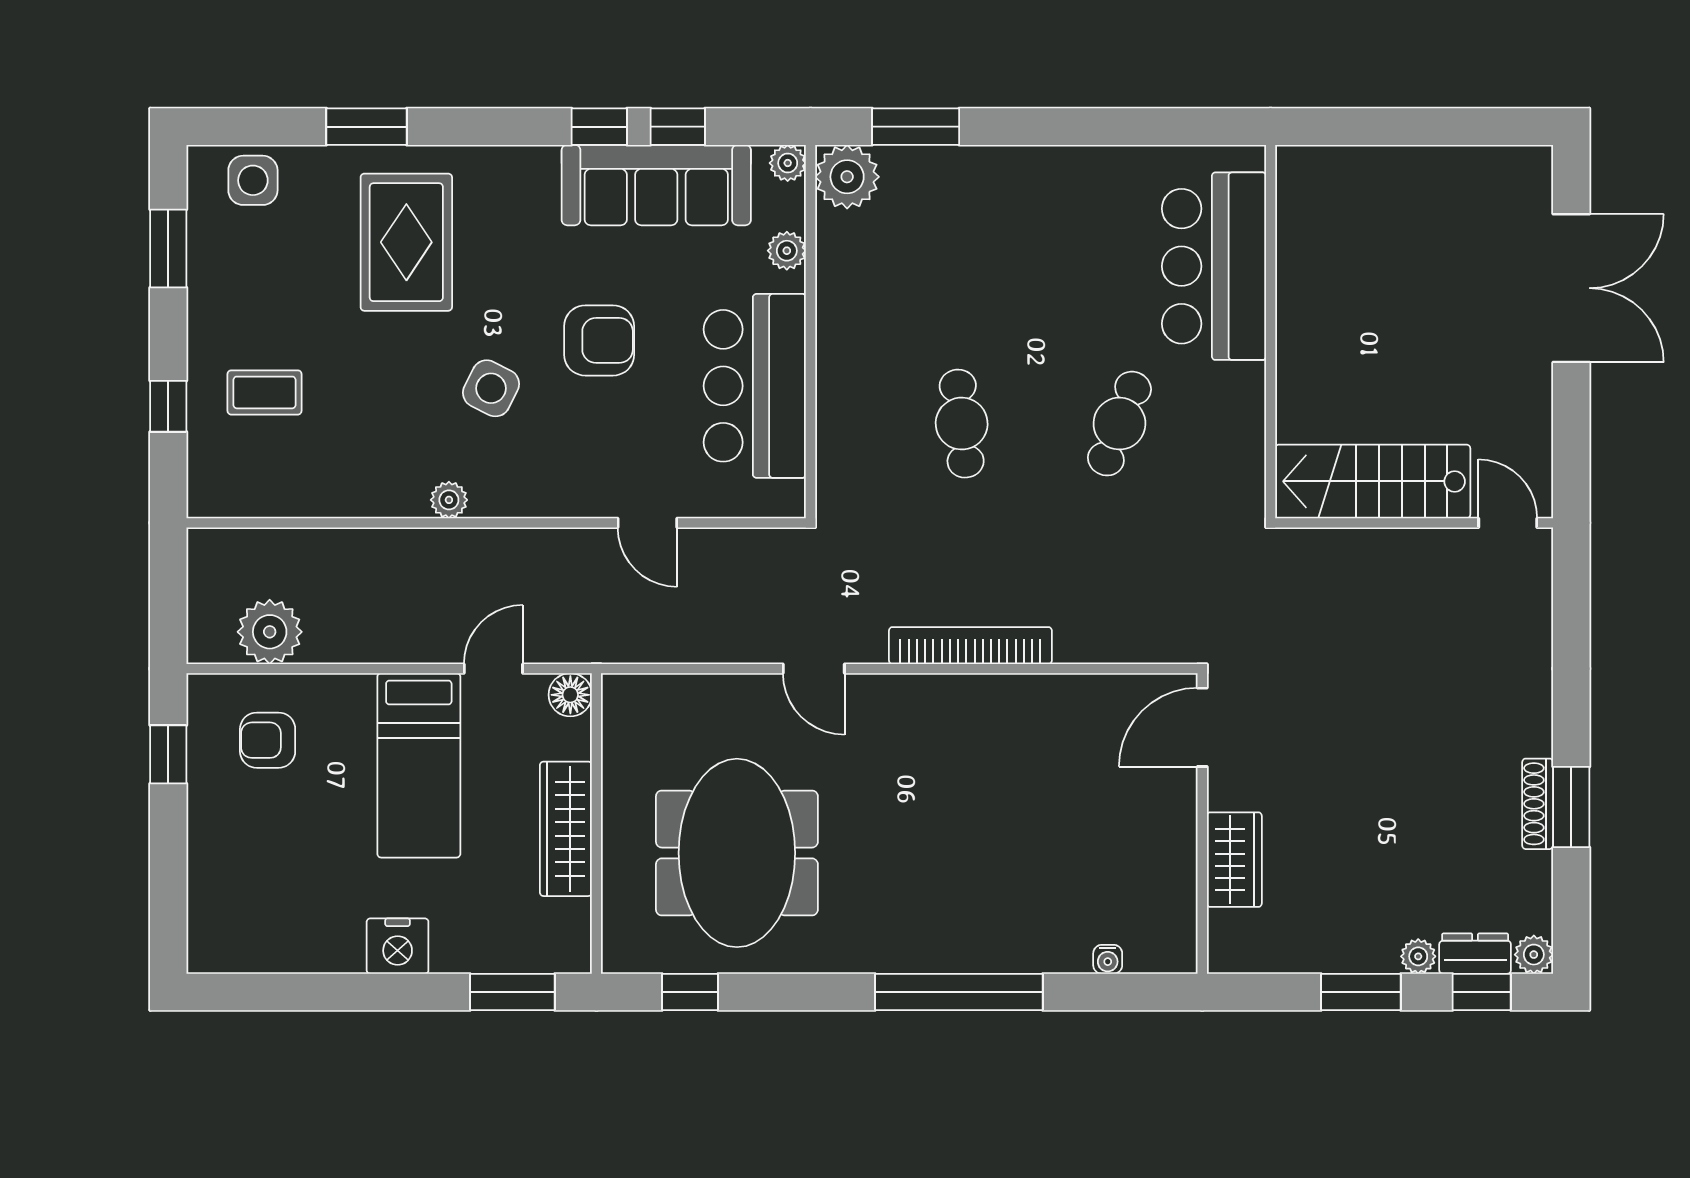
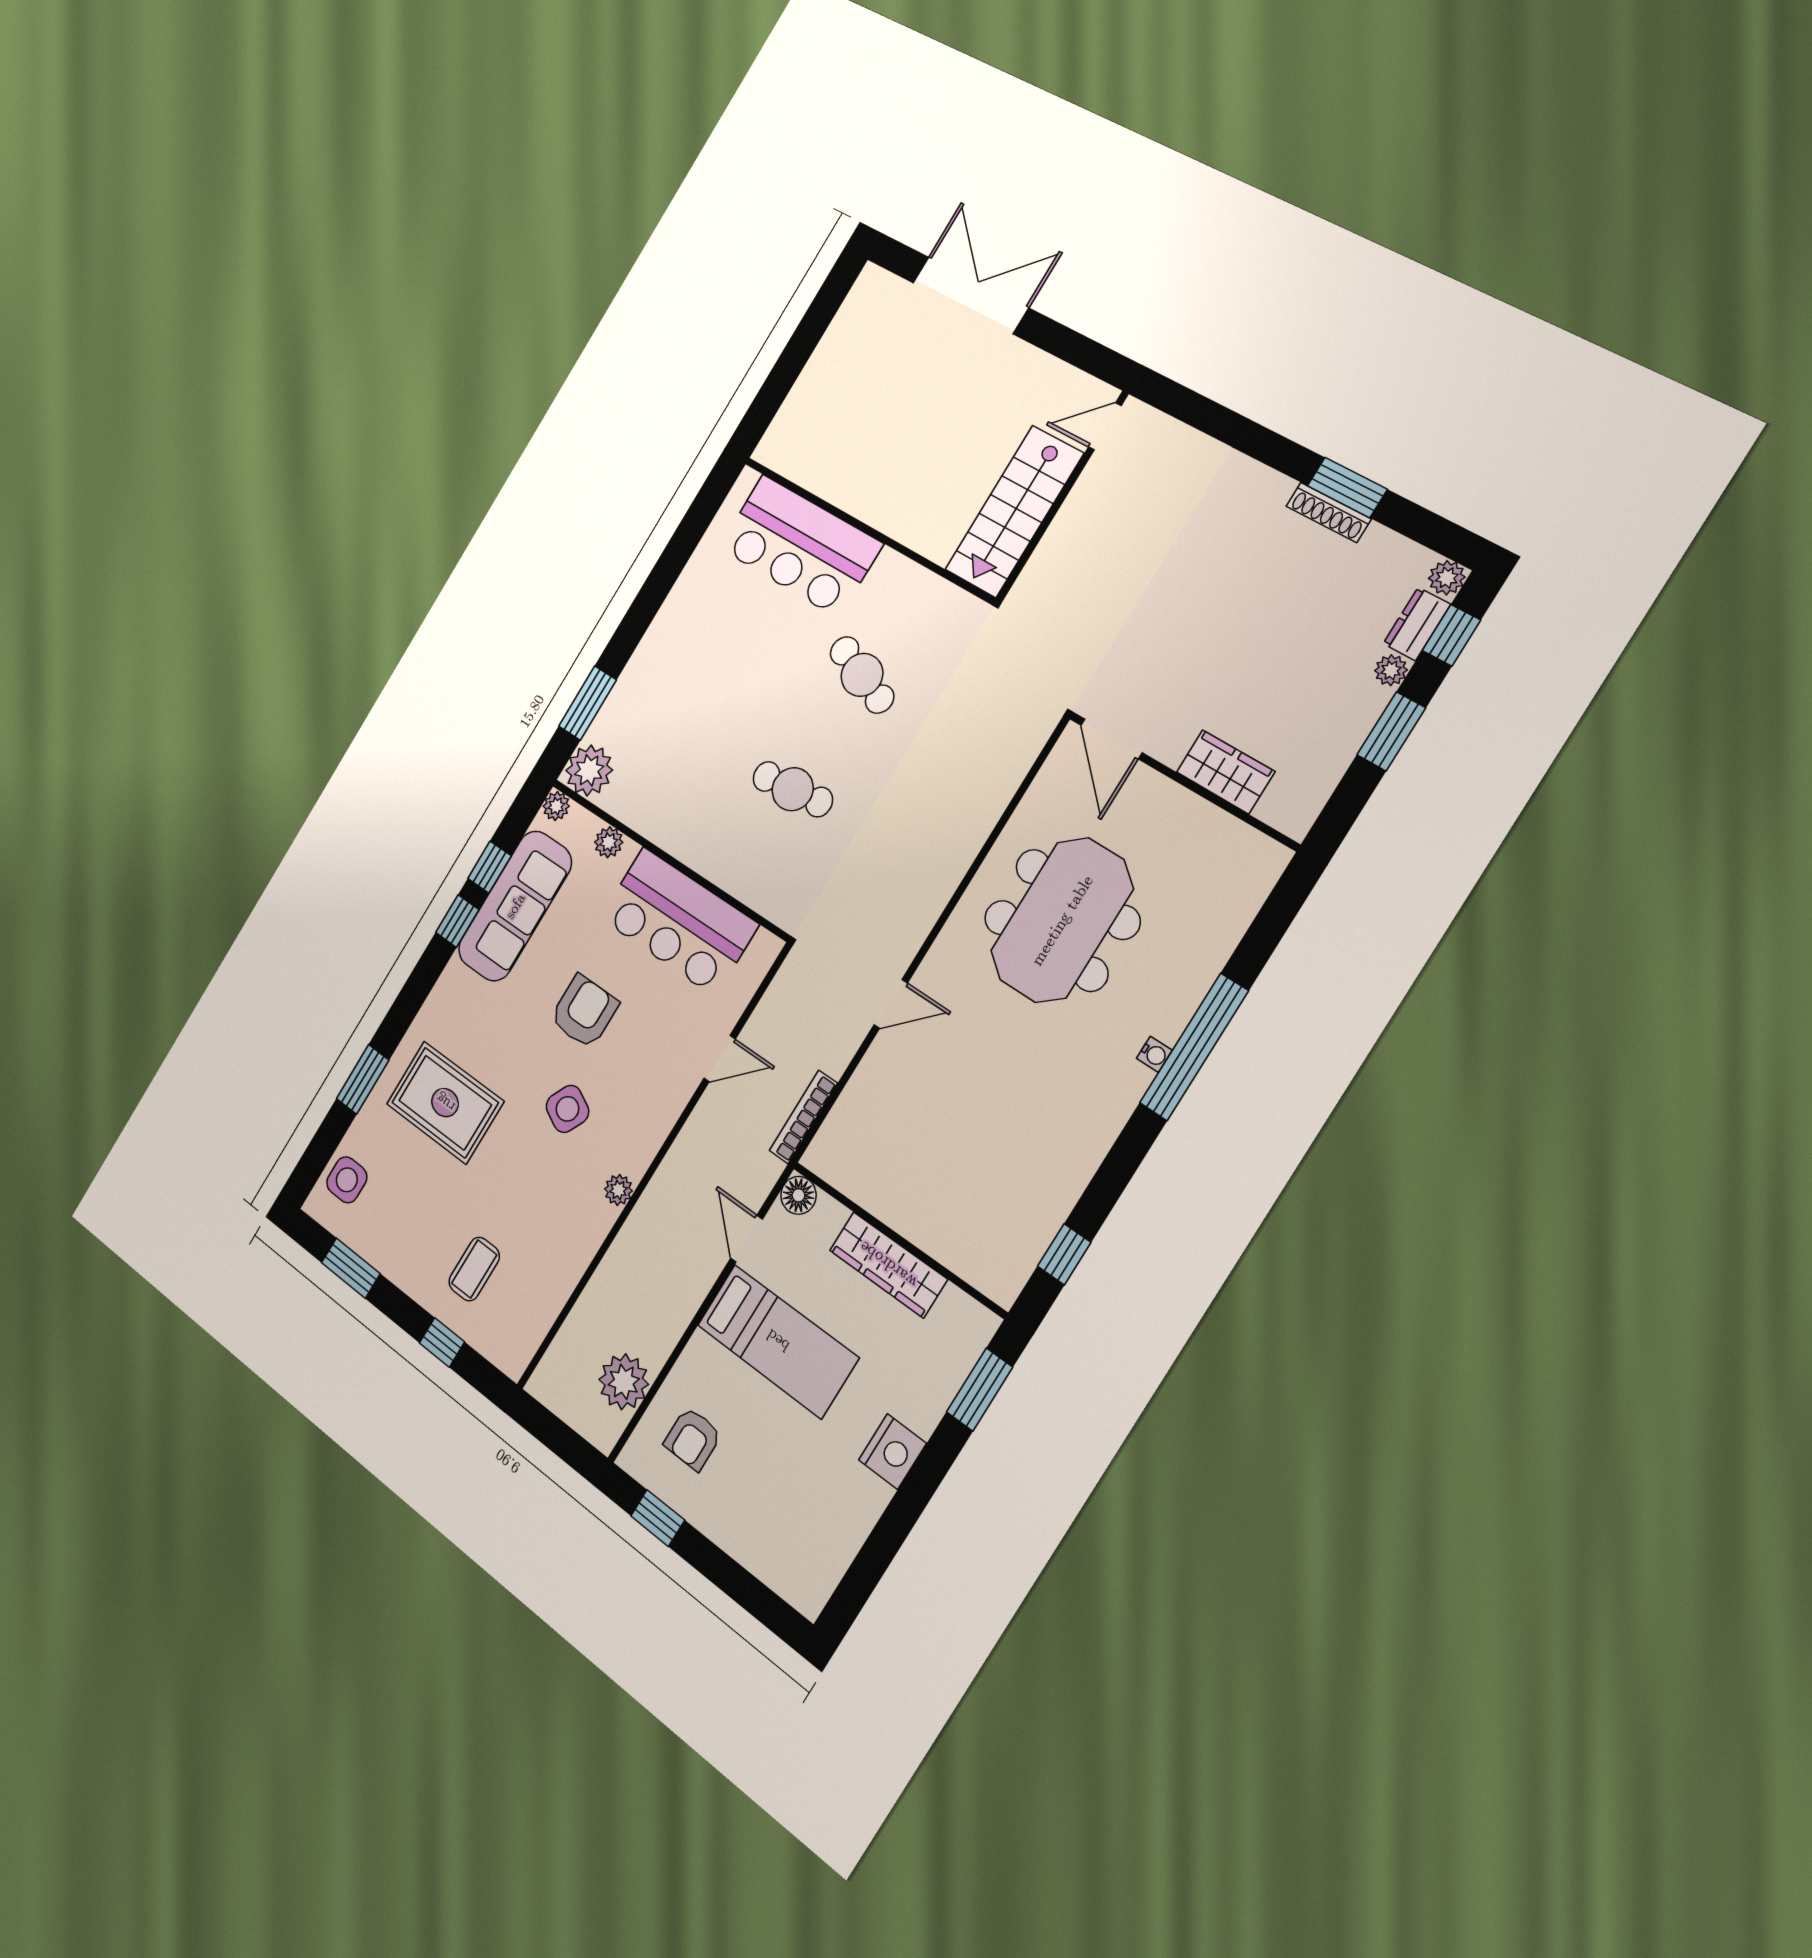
bookcase: (970, 646) -> (803, 1117), moved, width x0.68, depth x0.76
meeting table: (737, 853) -> (1062, 920), moved, turned 90
water cooler: (1108, 959) -> (1154, 1054), moved

